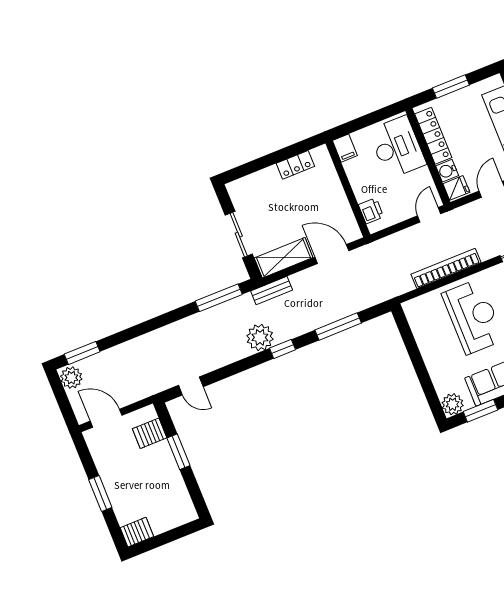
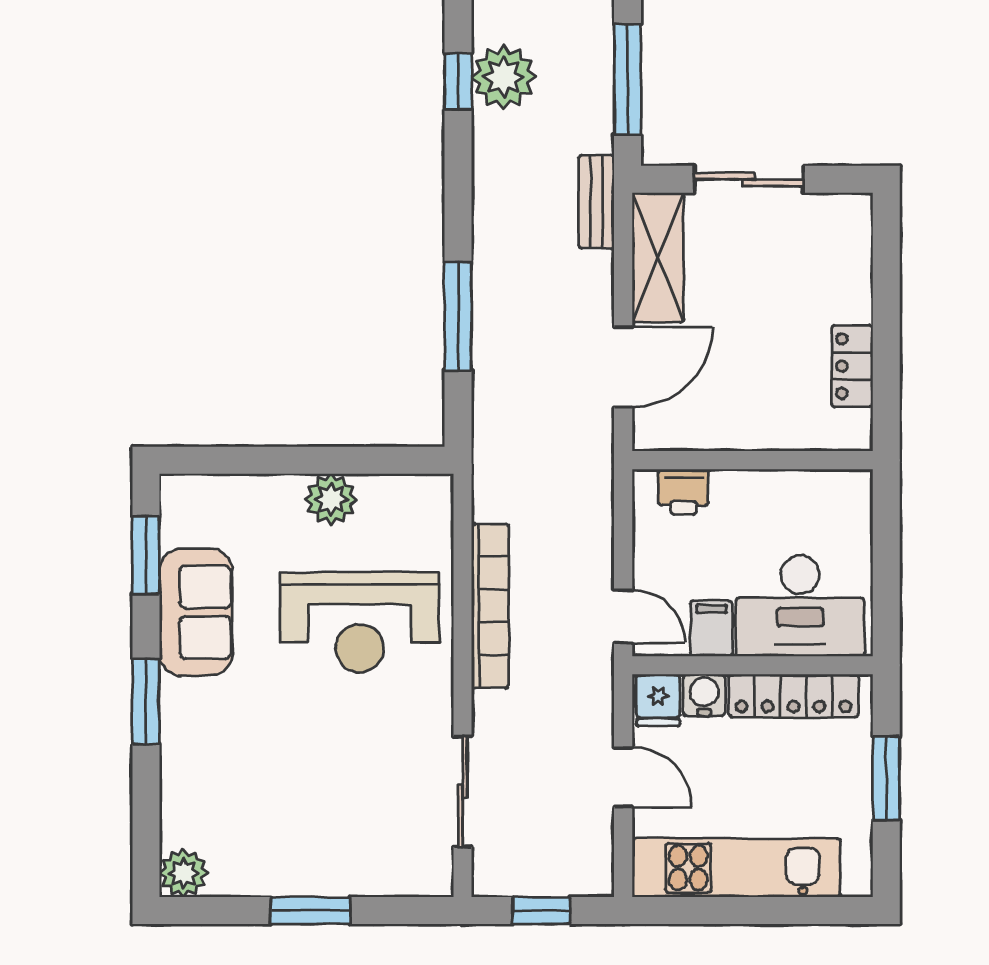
filing cabinet: (345, 148) -> (711, 628), moved, turned 90
plant: (260, 337) -> (504, 77), moved
window: (283, 349) -> (458, 81), moved
plant: (453, 404) -> (331, 499), moved

